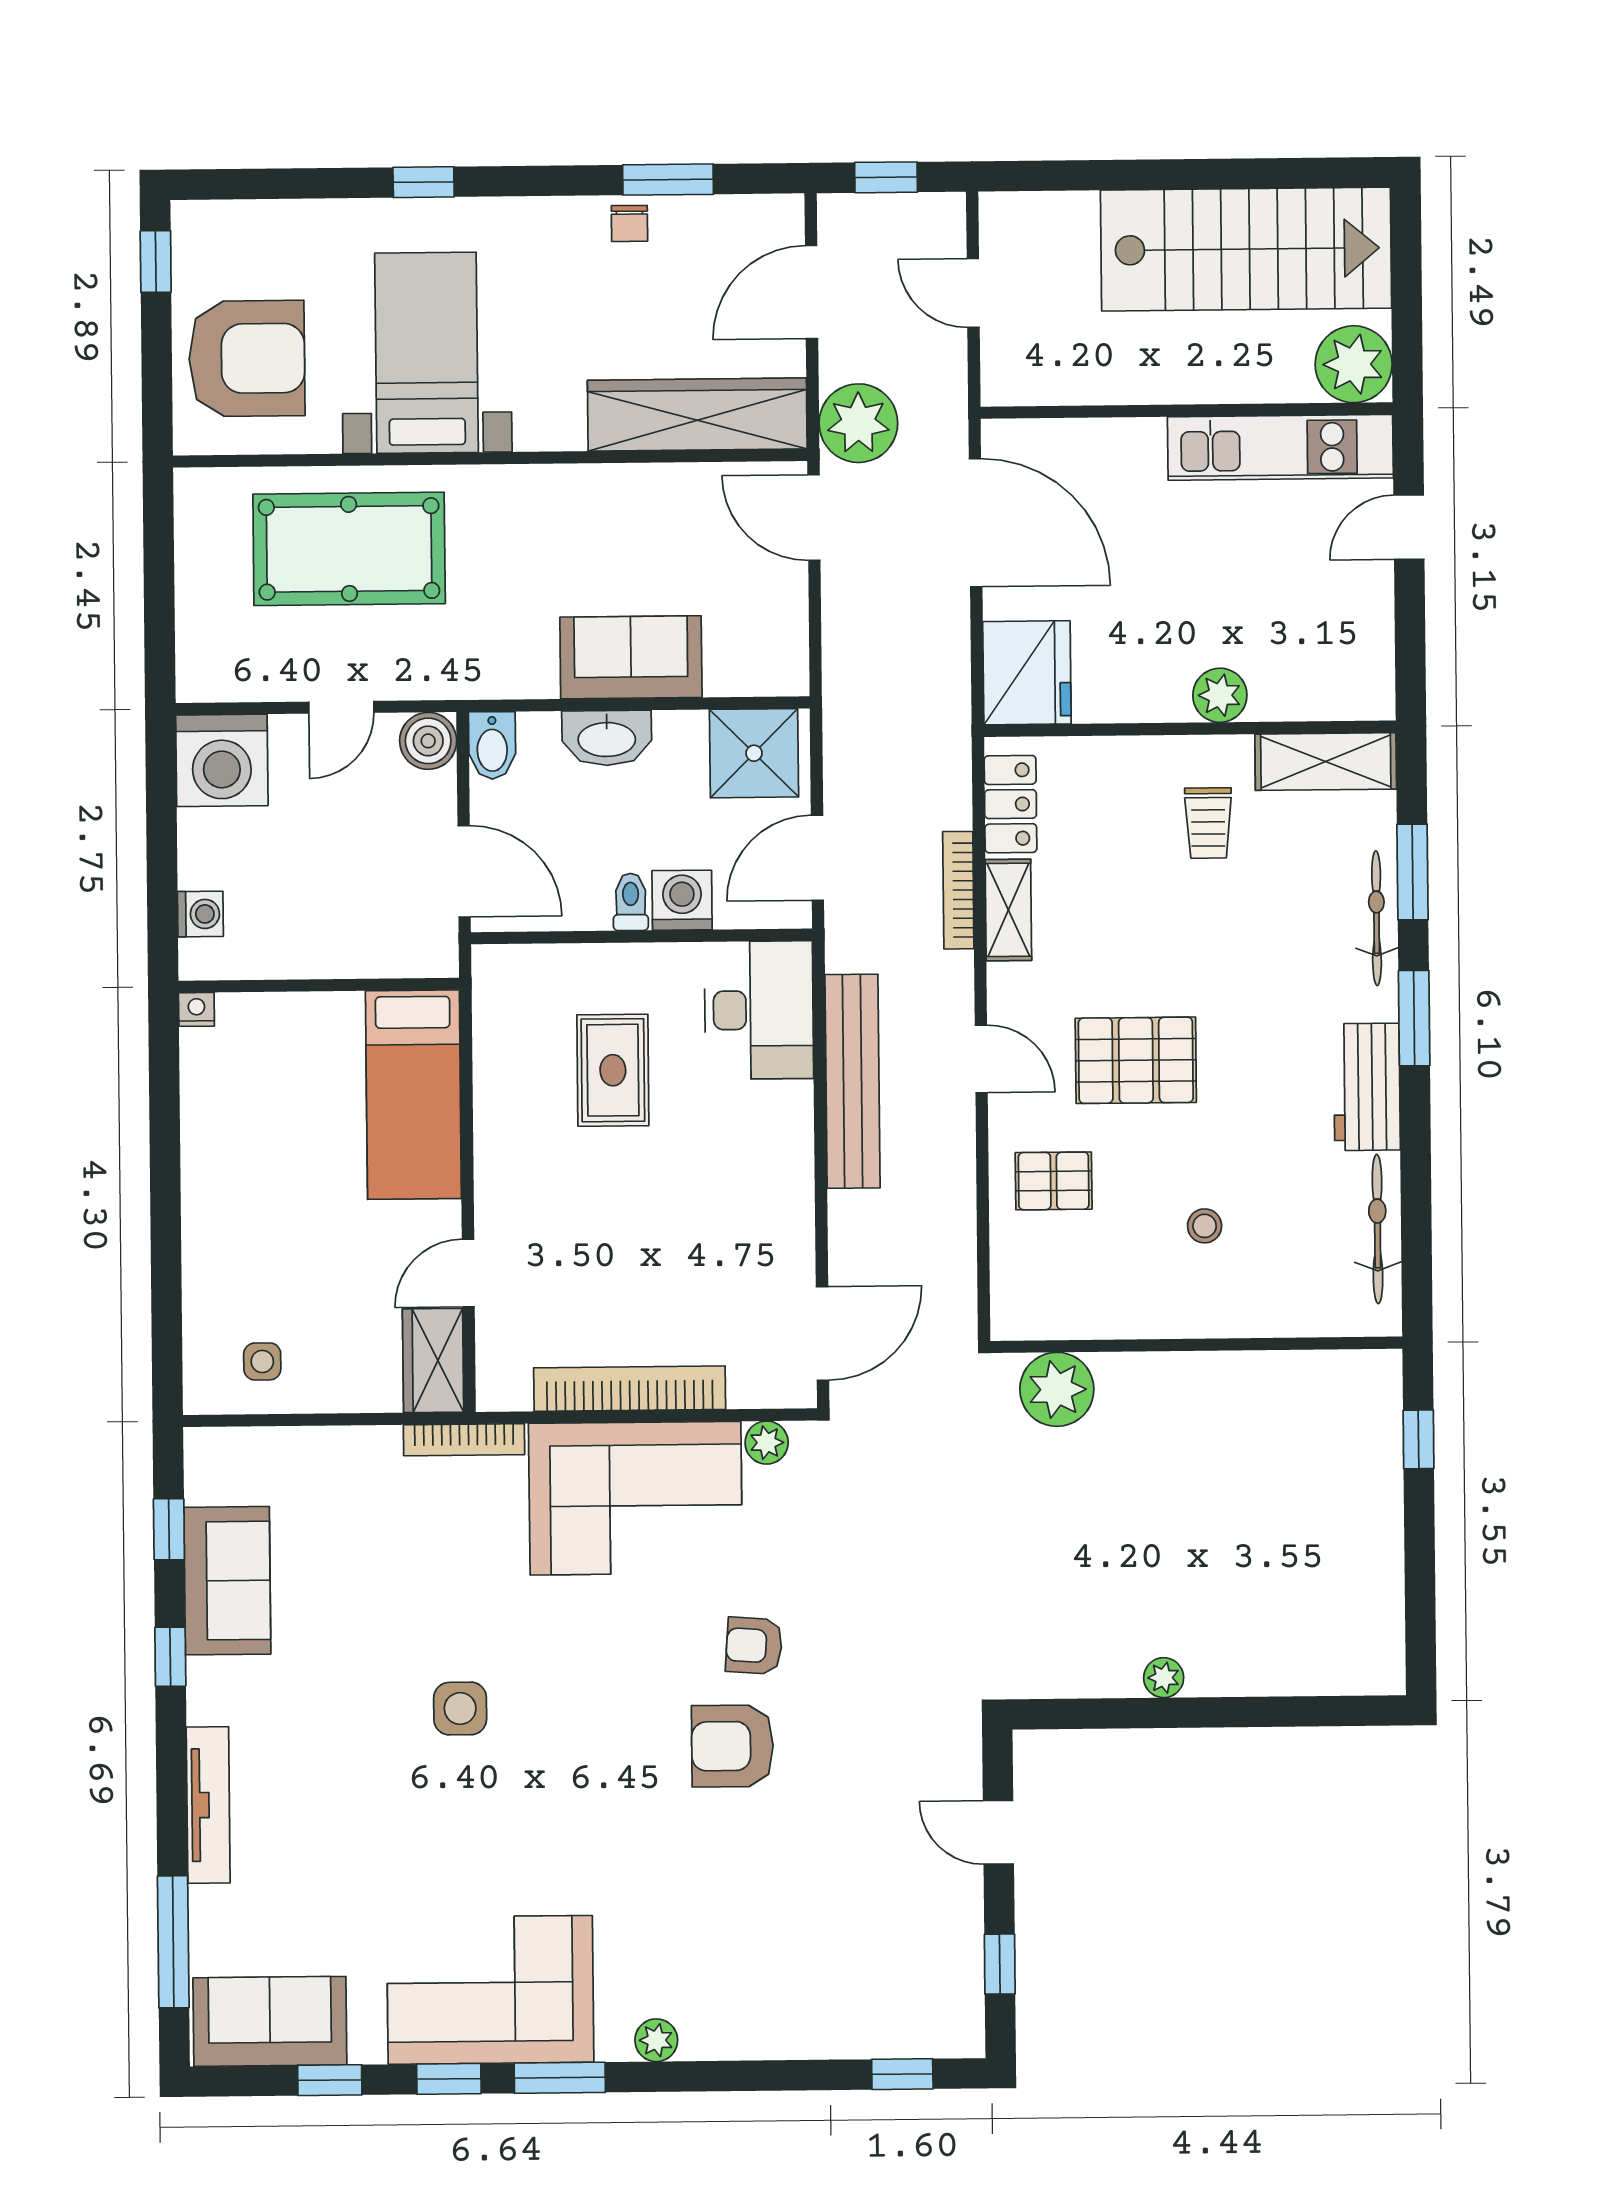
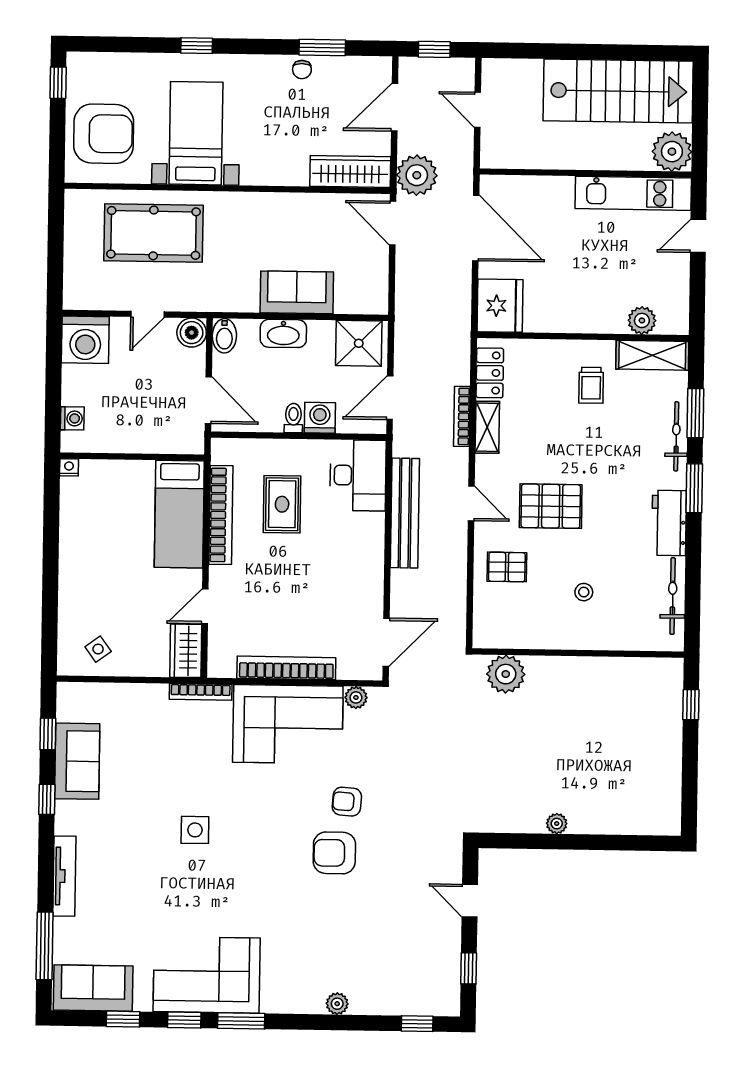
wardrobe: (697, 415) -> (350, 172), width x0.71, depth x0.85
plant: (1220, 695) -> (642, 320), moved
bookcase: (494, 1094) -> (221, 515), added
side table: (262, 1361) -> (98, 649), turned -36
plant: (656, 2040) -> (337, 1004), moved

